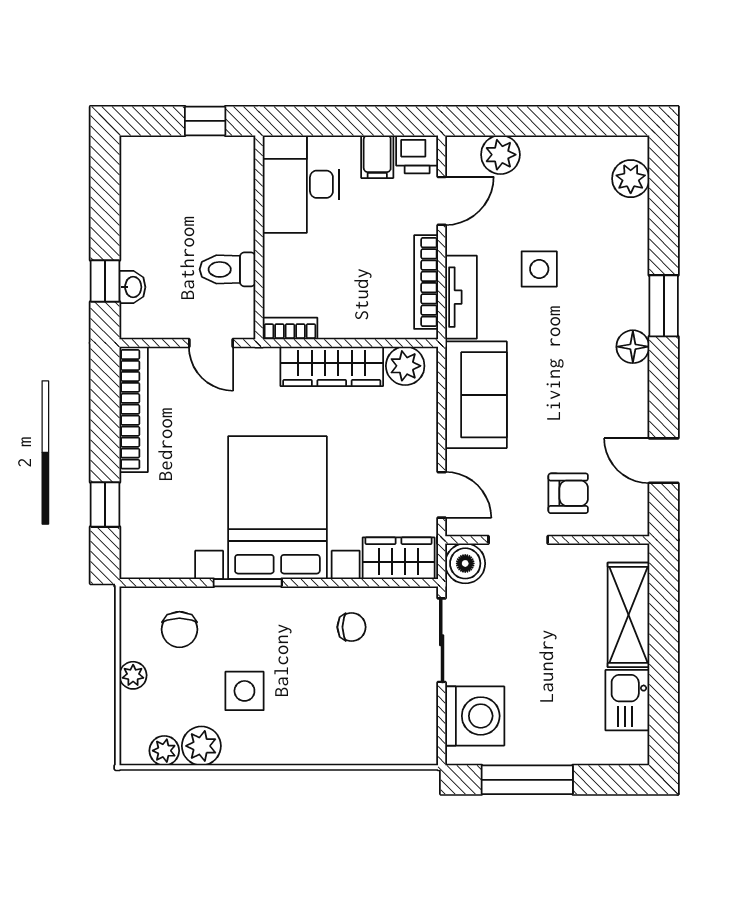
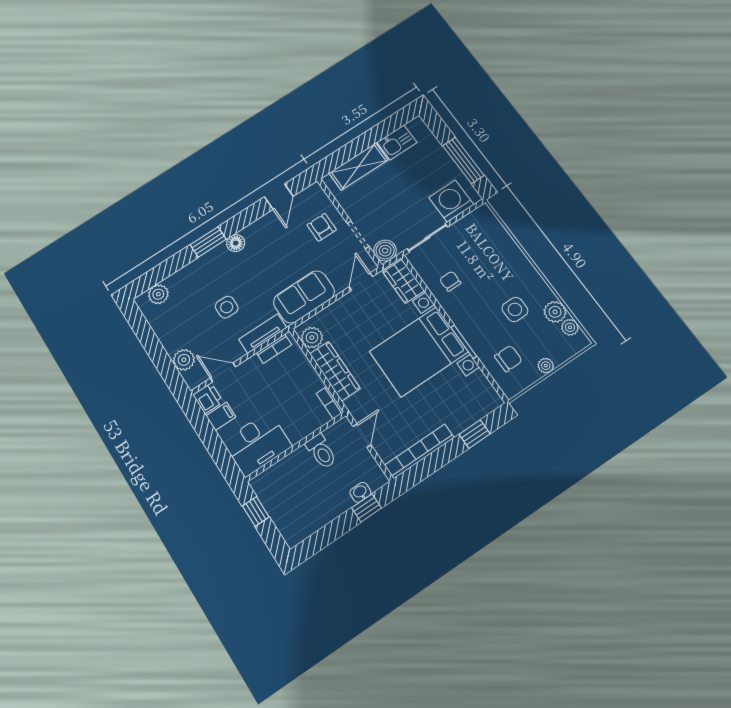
bookcase: (426, 282) -> (274, 349), width x0.64

